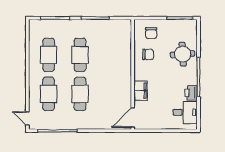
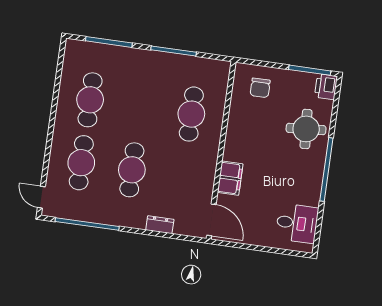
chair: (148, 54) -> (250, 122), removed
cafe table: (80, 55) -> (191, 114), moved
printer: (191, 93) -> (326, 87), moved
door: (133, 118) -> (211, 220), swing flipped
dresser: (102, 125) -> (160, 225), added

